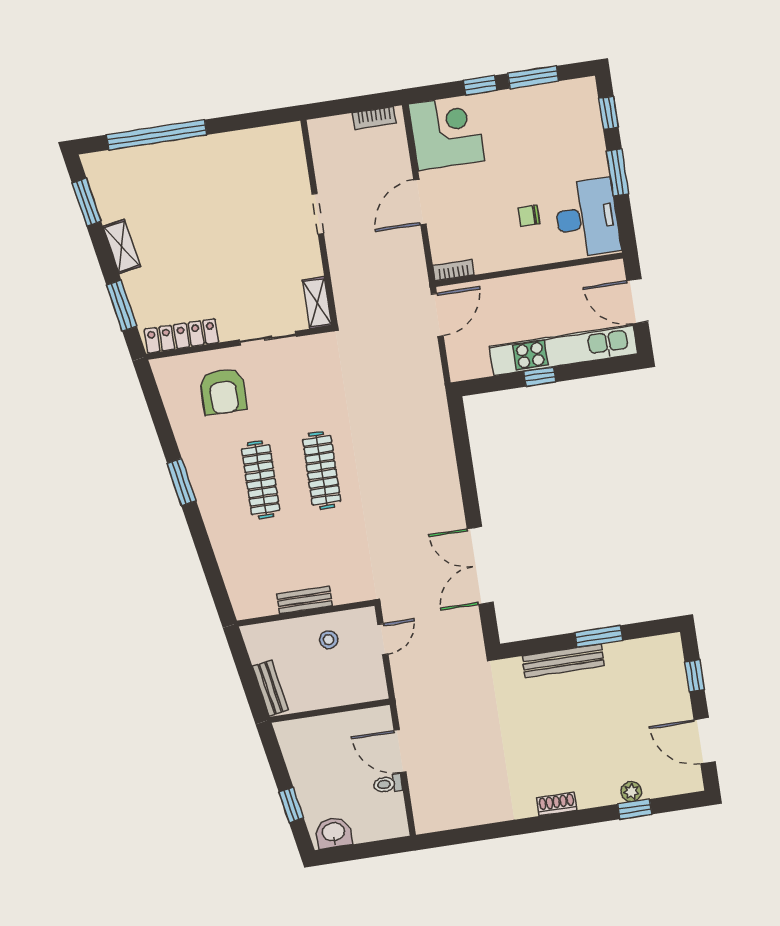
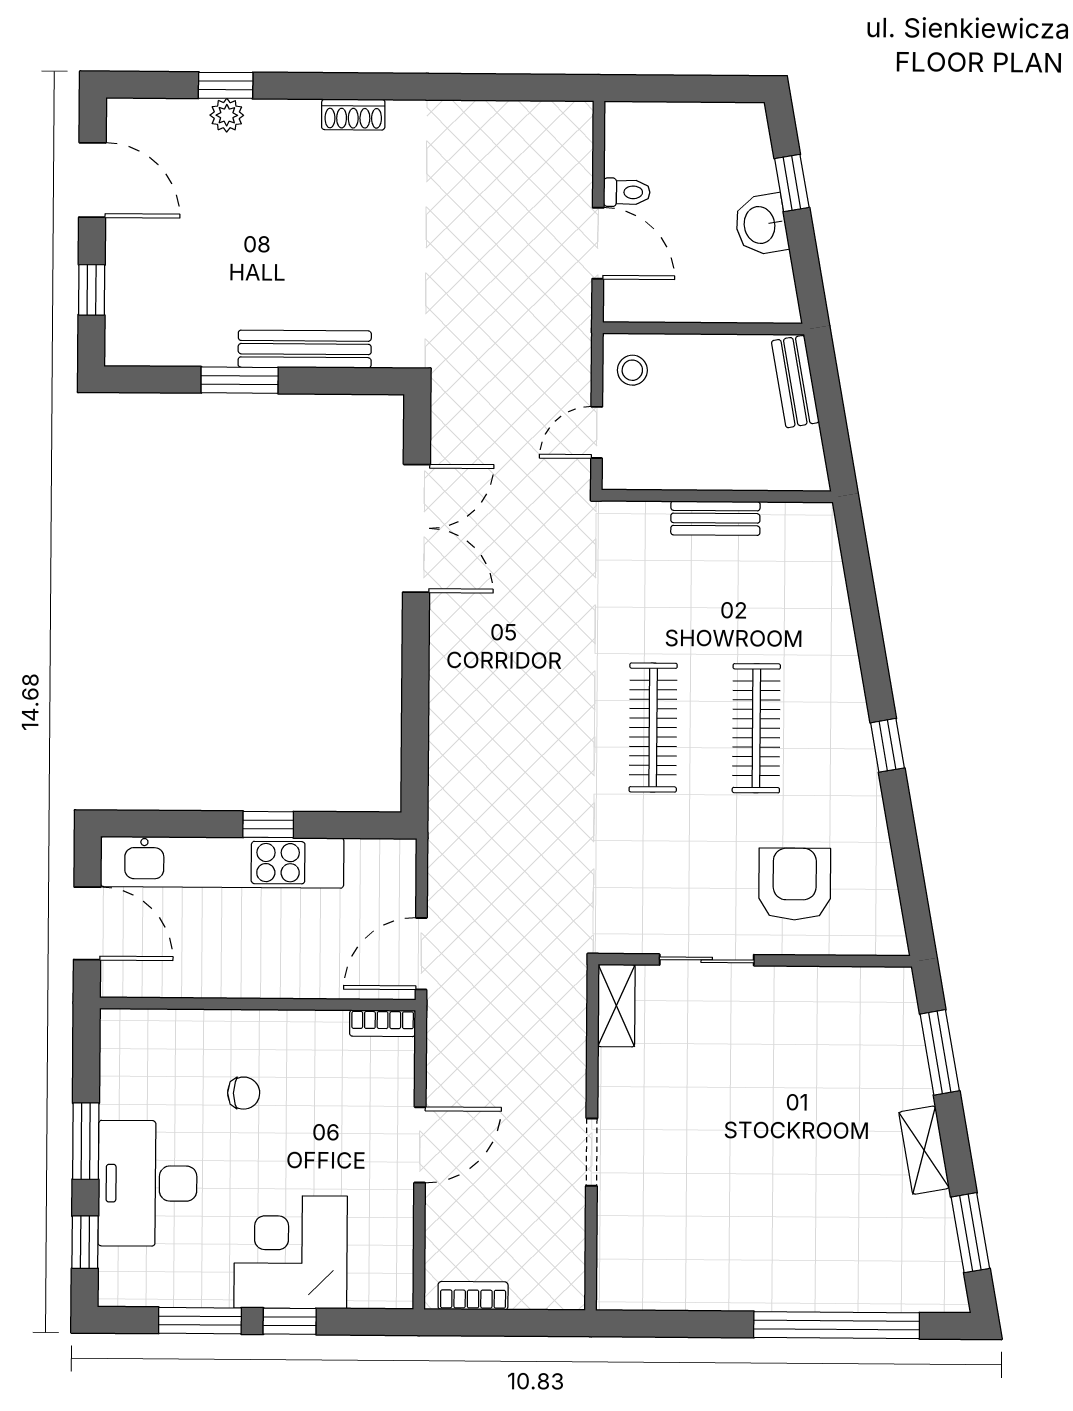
corner desk: (446, 132) -> (291, 1252), moved, turned 90
desk: (587, 218) -> (148, 1183), moved
locker: (181, 336) -> (849, 987), removed
window: (182, 482) -> (887, 745), width x0.67
stool: (329, 640) -> (632, 370), moved
washbasin: (333, 833) -> (761, 225), moved, turned 80

